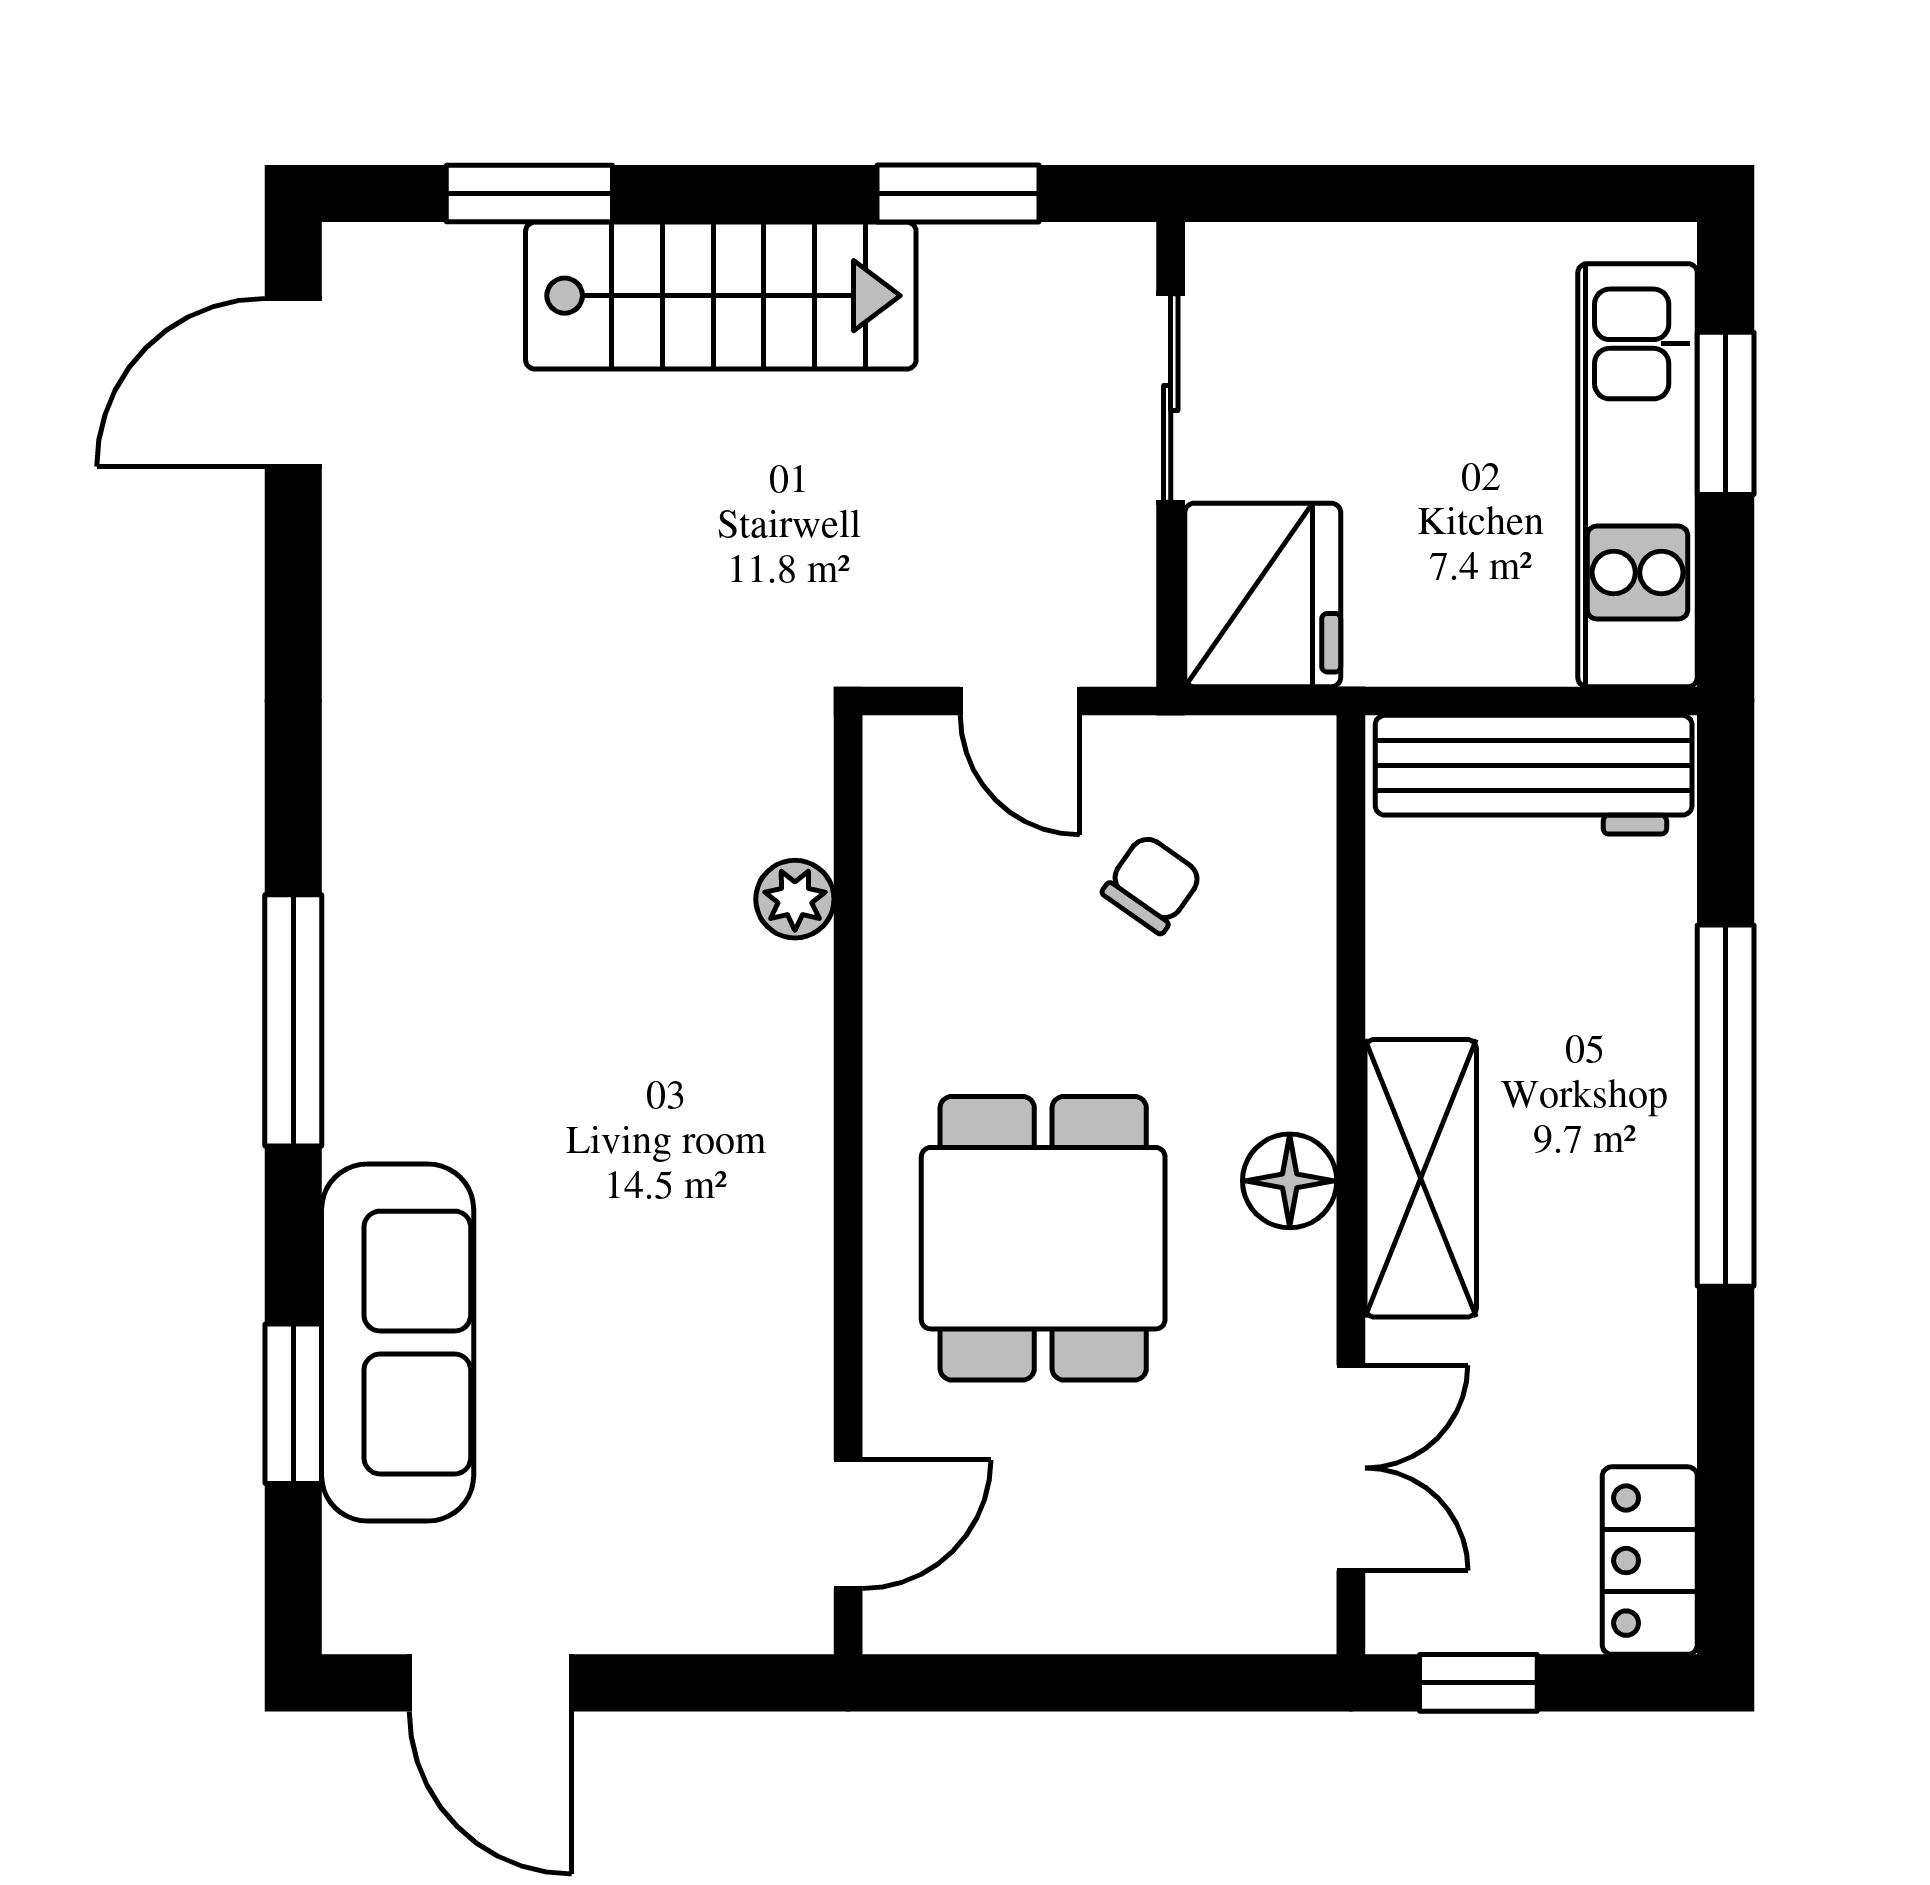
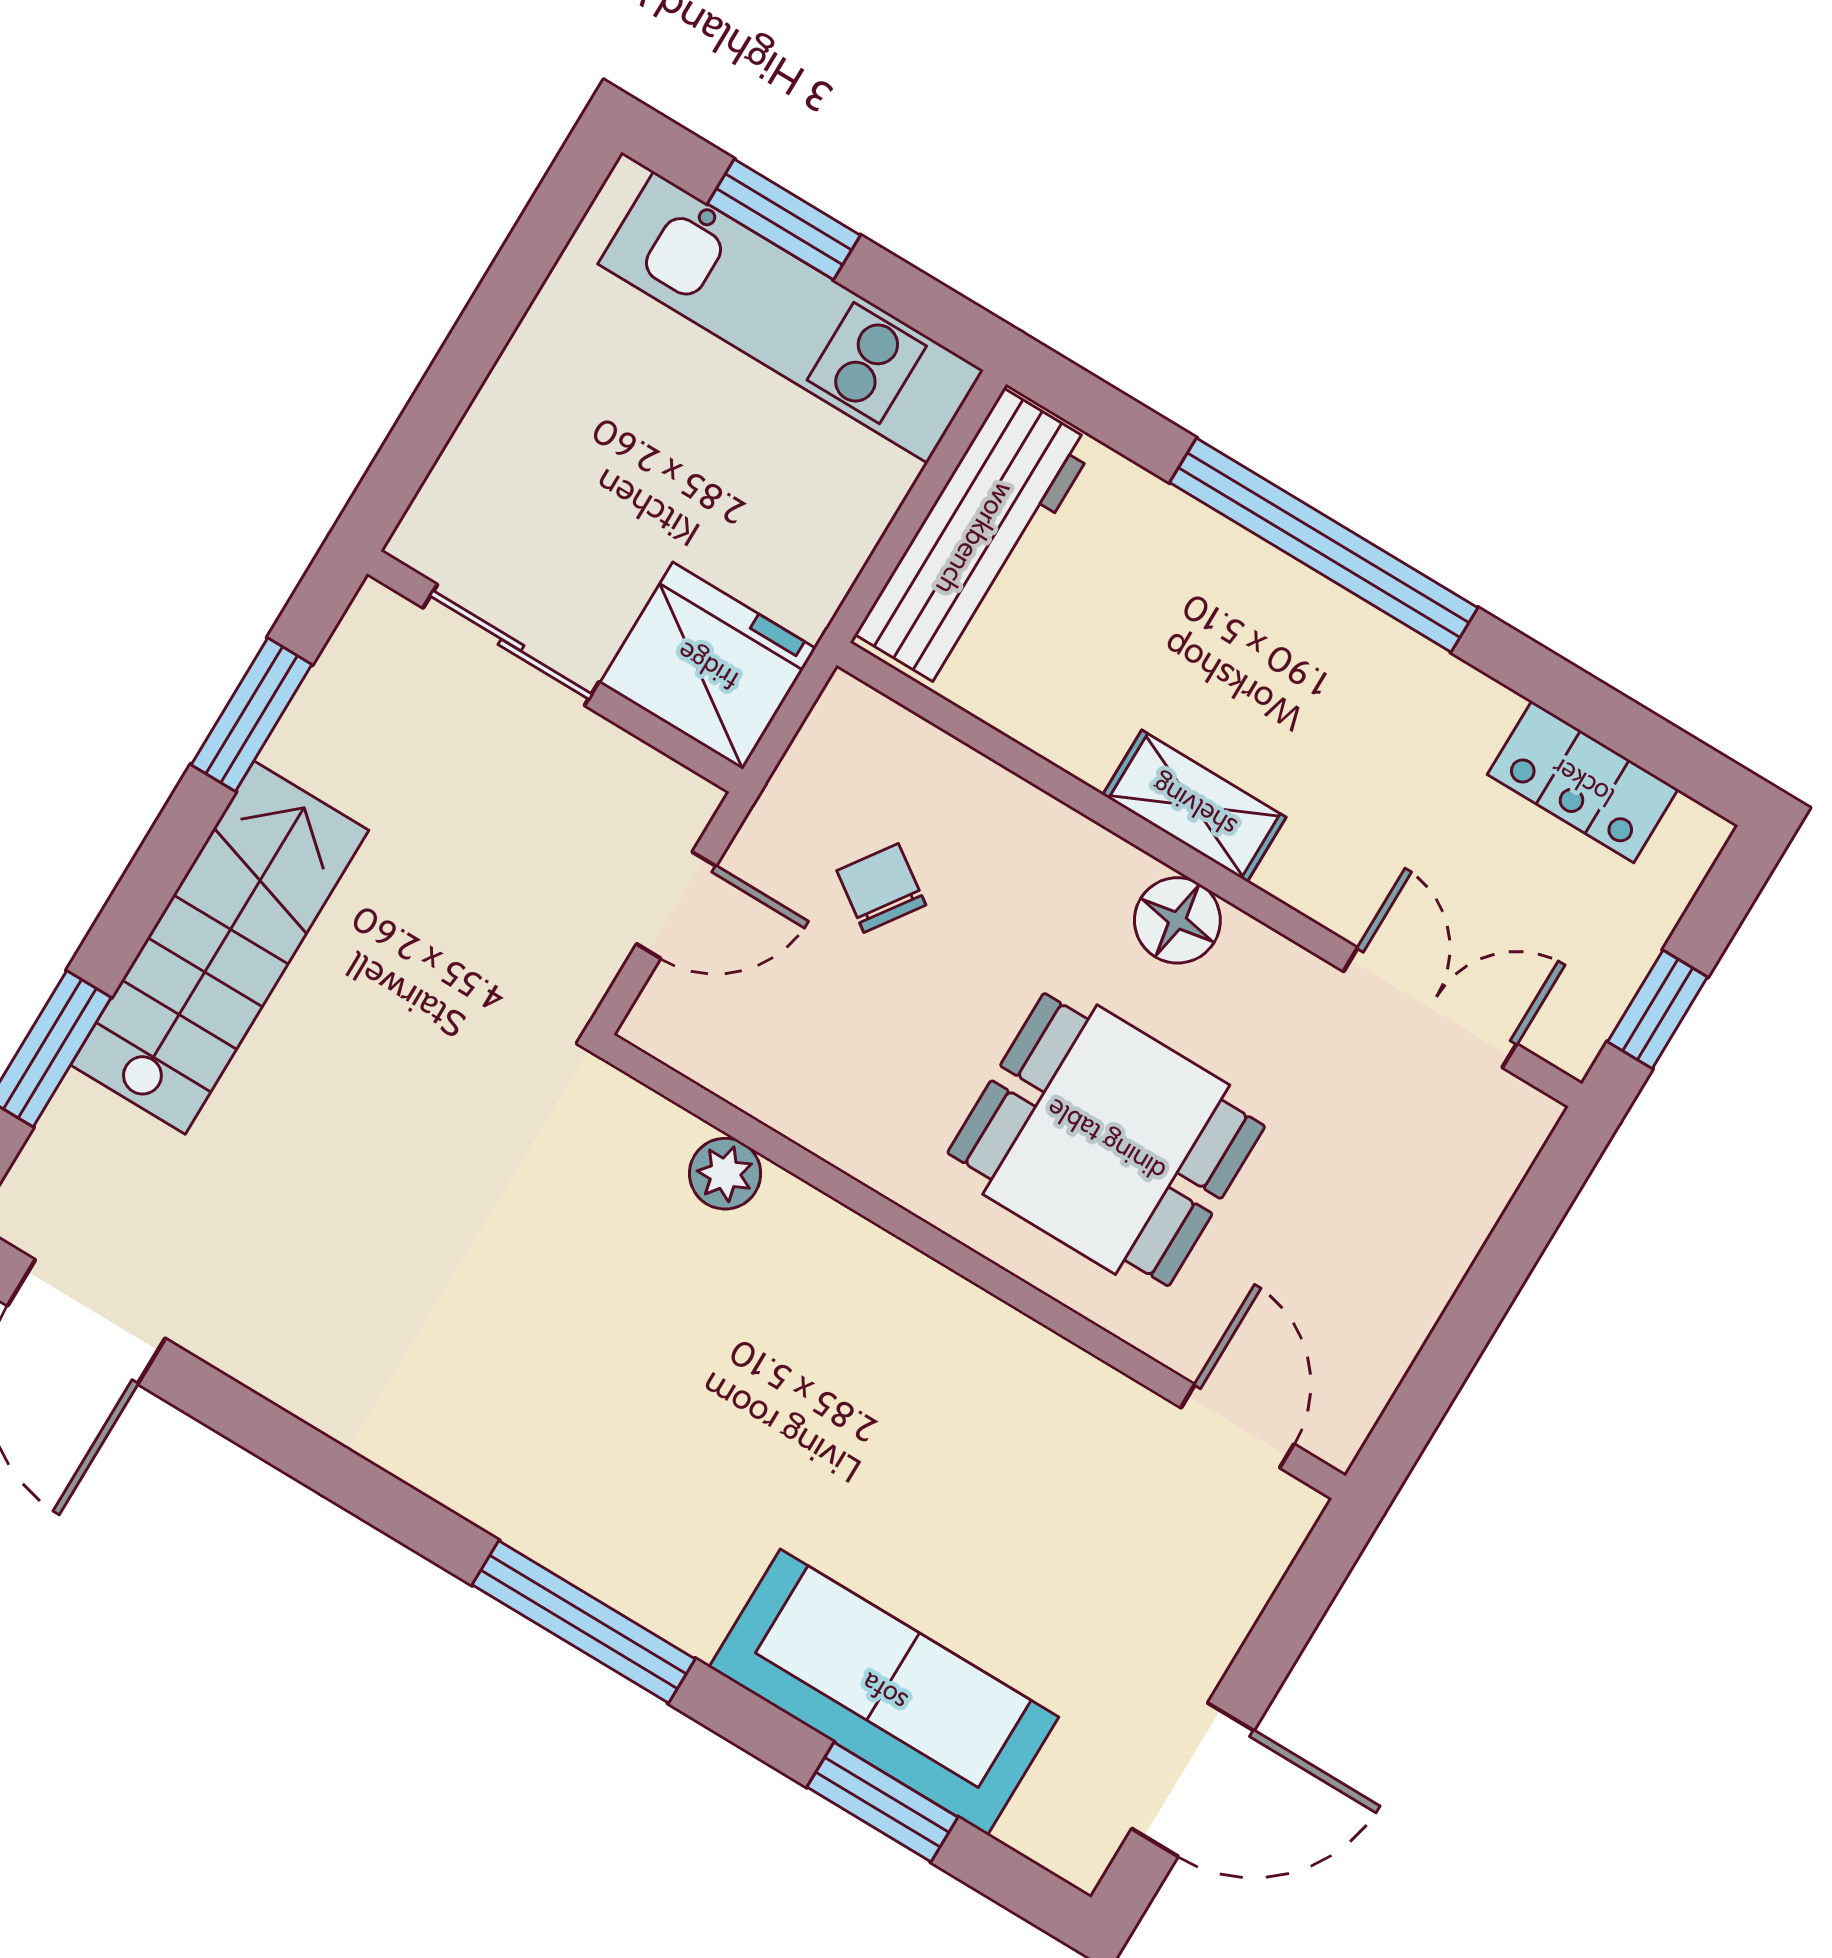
shelving: (1421, 1178) -> (1194, 806), width x0.67, depth x0.75
locker: (1650, 1561) -> (1583, 782), moved

